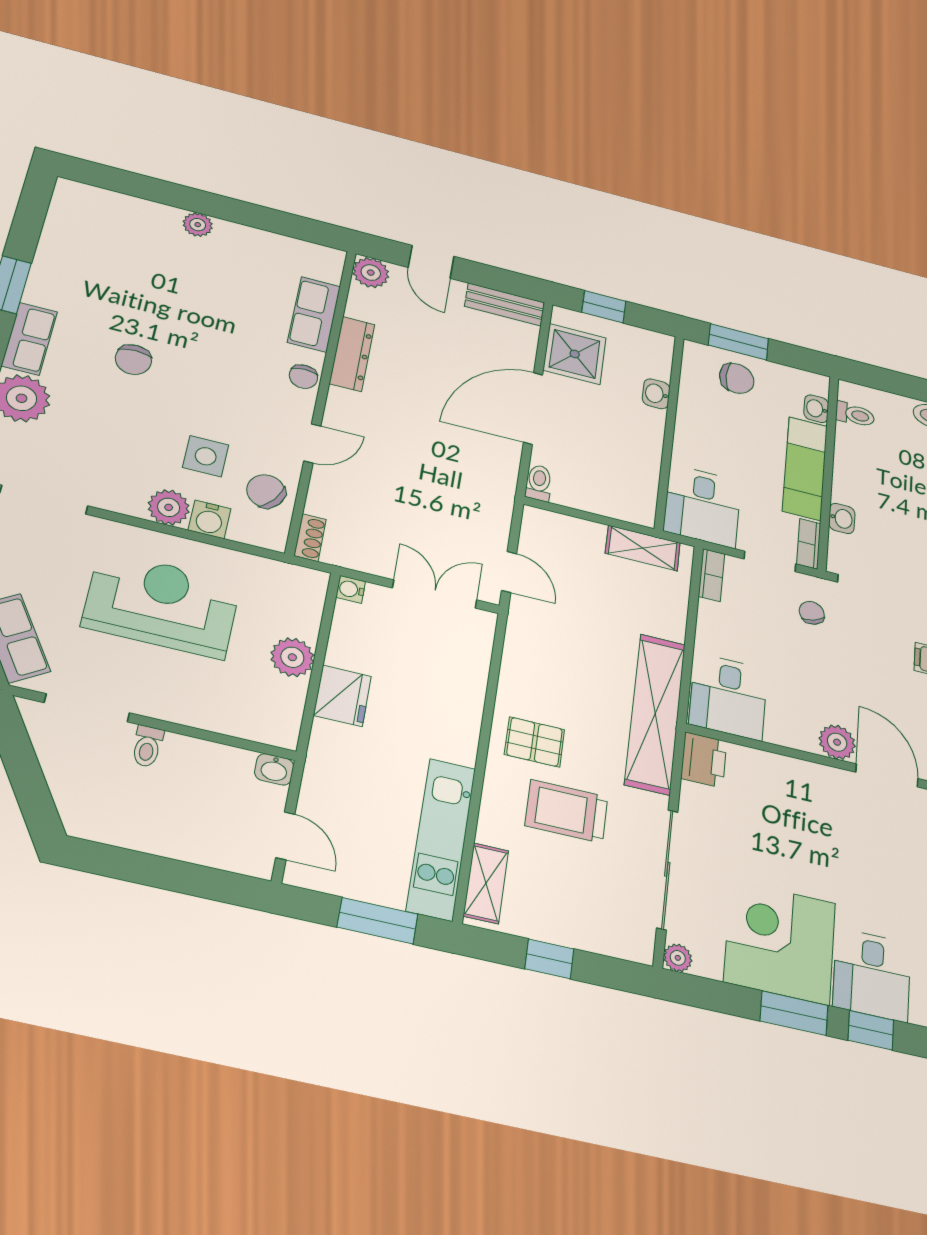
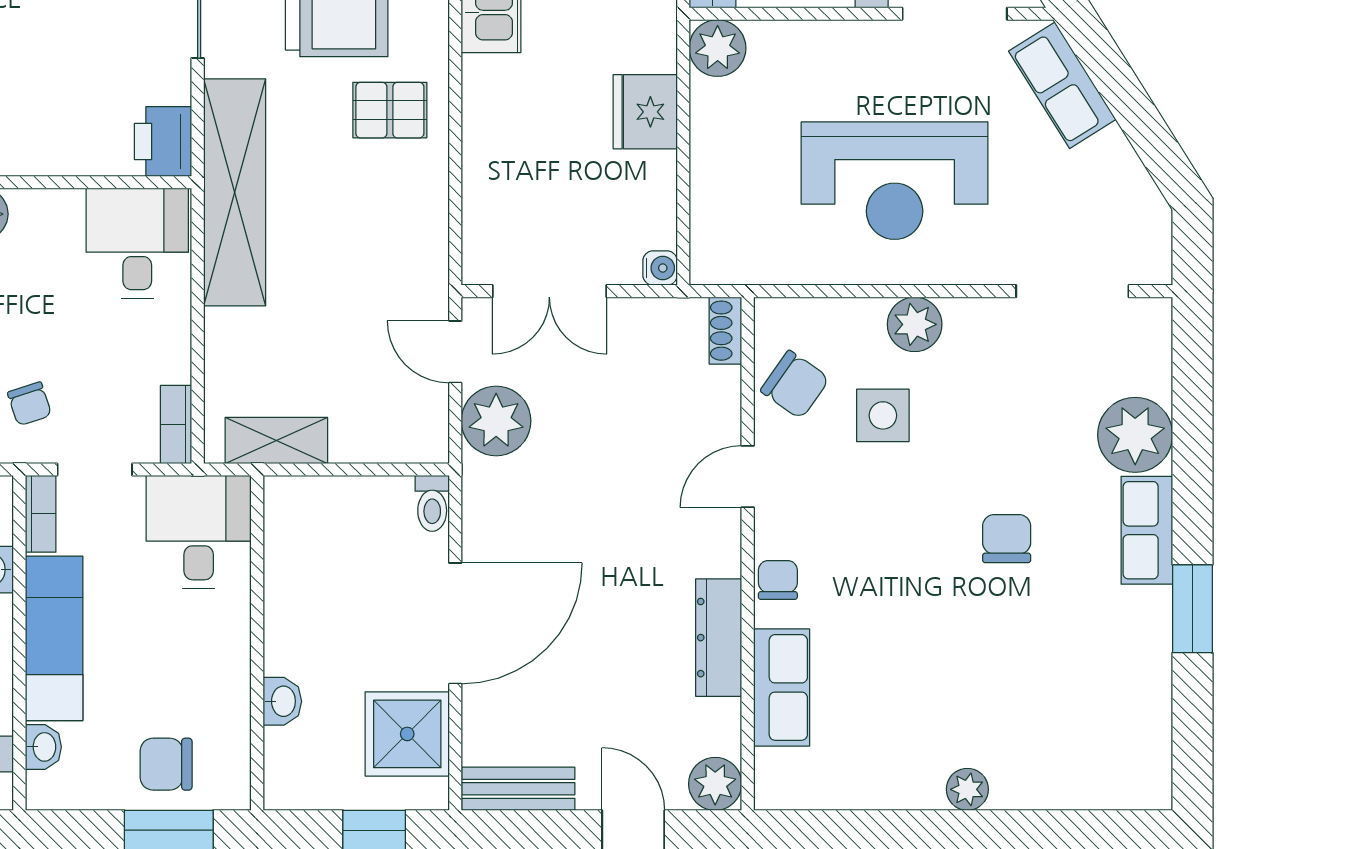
water cooler: (209, 519) -> (859, 321), removed
plant: (486, 522) -> (496, 421), added
plant: (292, 657) -> (718, 48), moved

